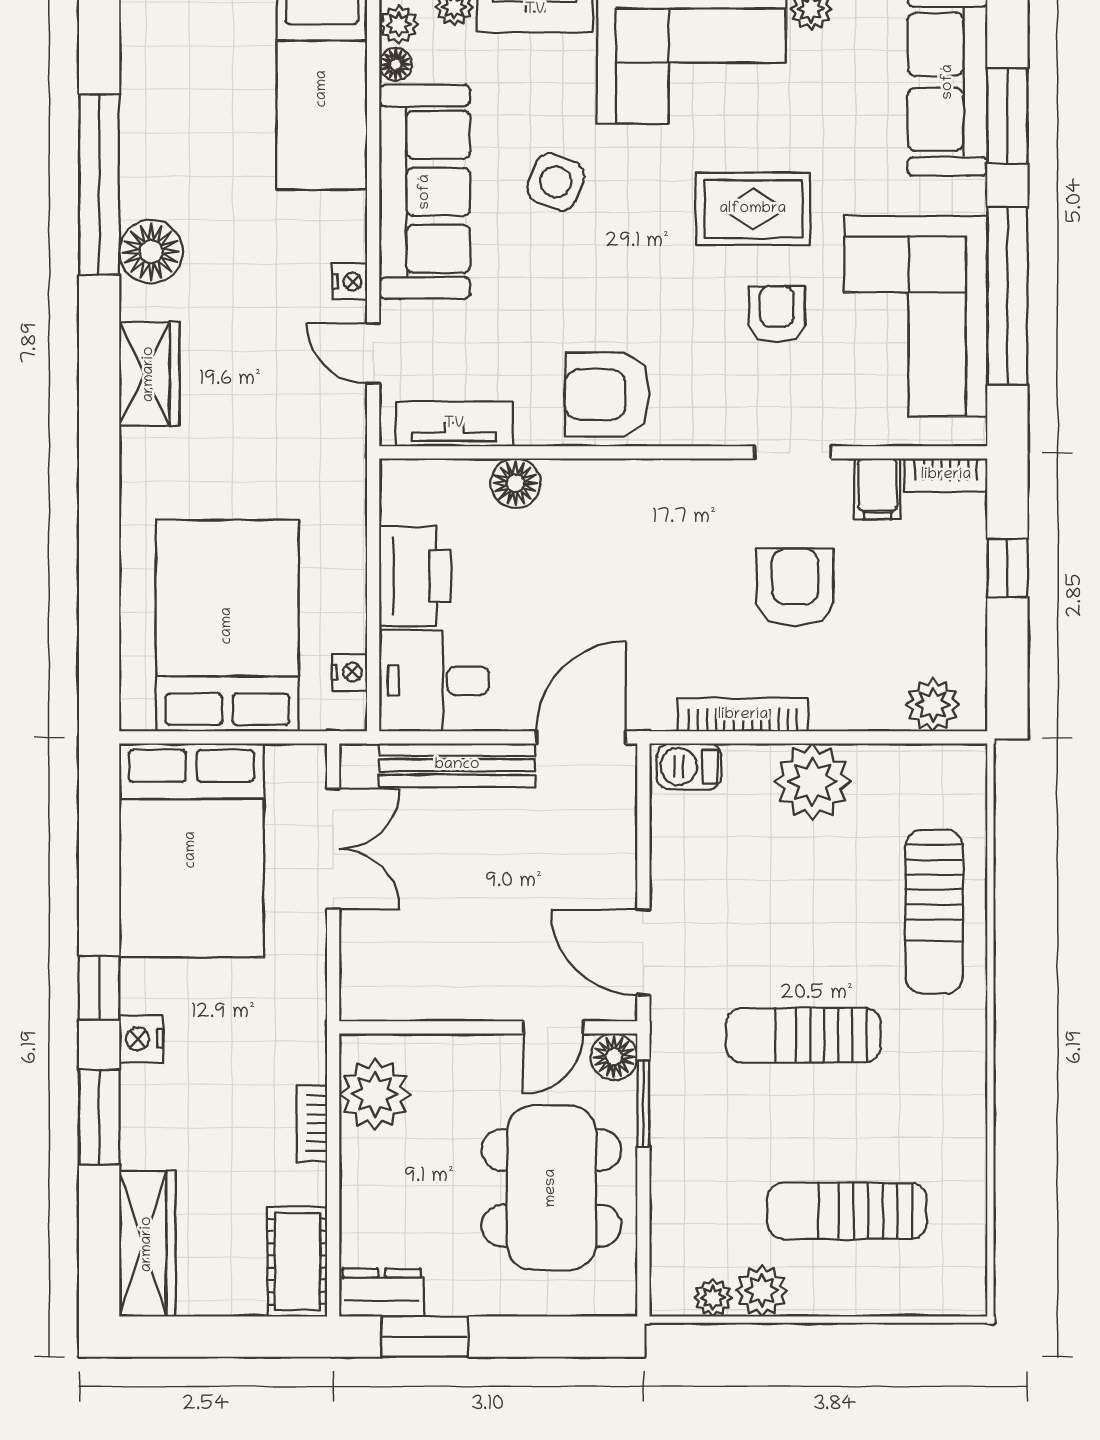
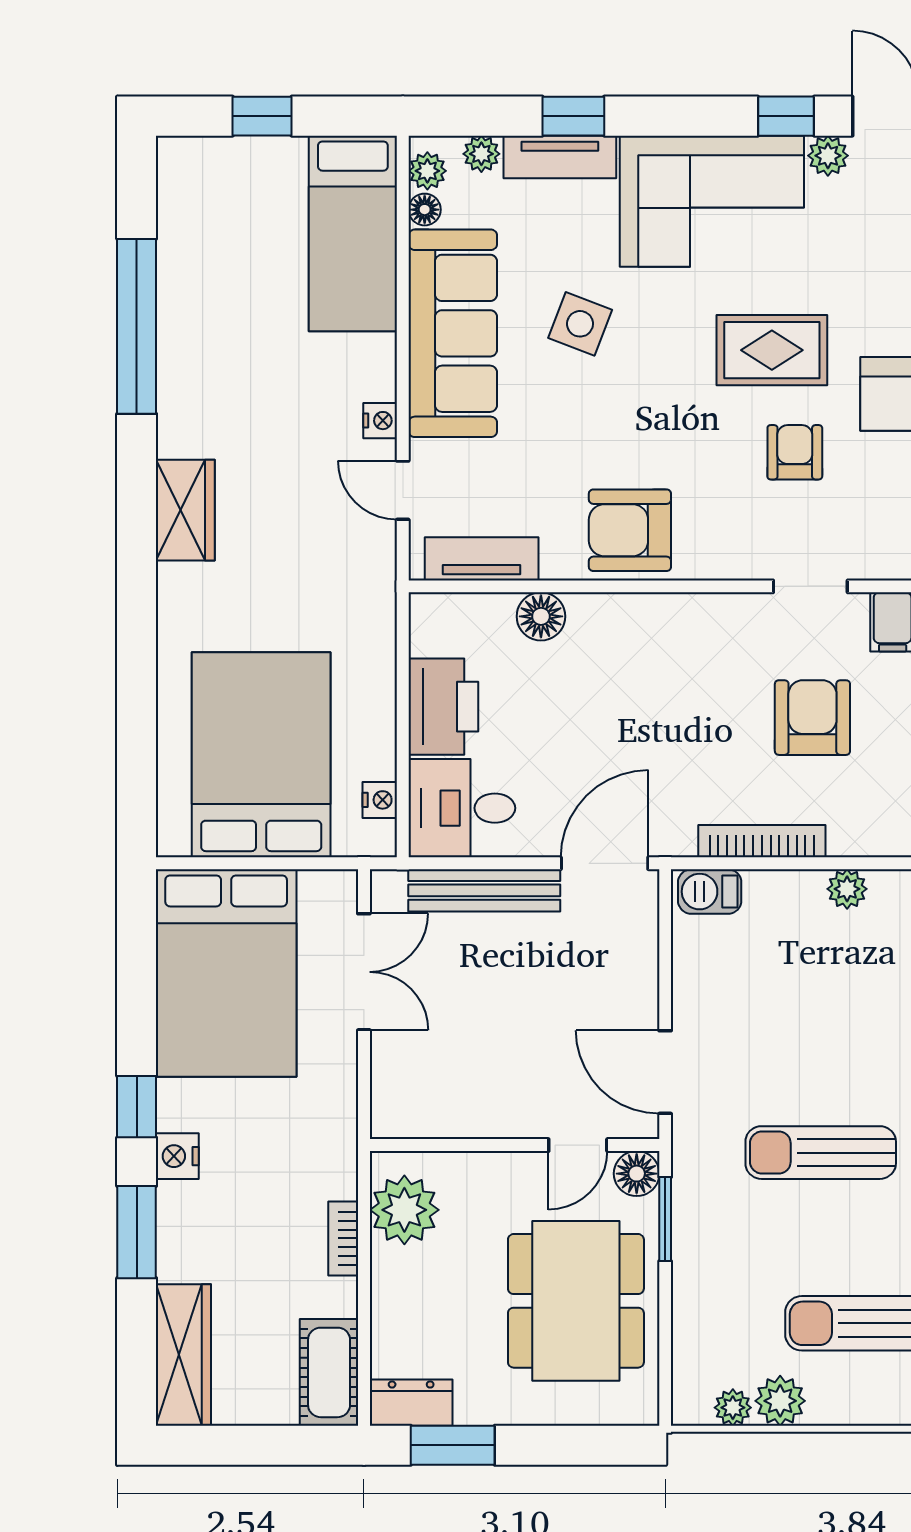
floor lamp: (151, 252) -> (187, 391), removed
plant: (813, 782) -> (847, 889), width x0.53, depth x0.53

